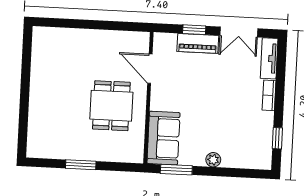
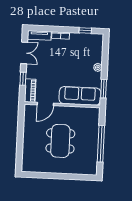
piano: (198, 43) -> (30, 91), moved
dining table: (111, 106) -> (60, 141), moved, width x1.38
sofa: (163, 138) -> (80, 96), width x1.36
window: (81, 165) -> (101, 144), width x2.11

